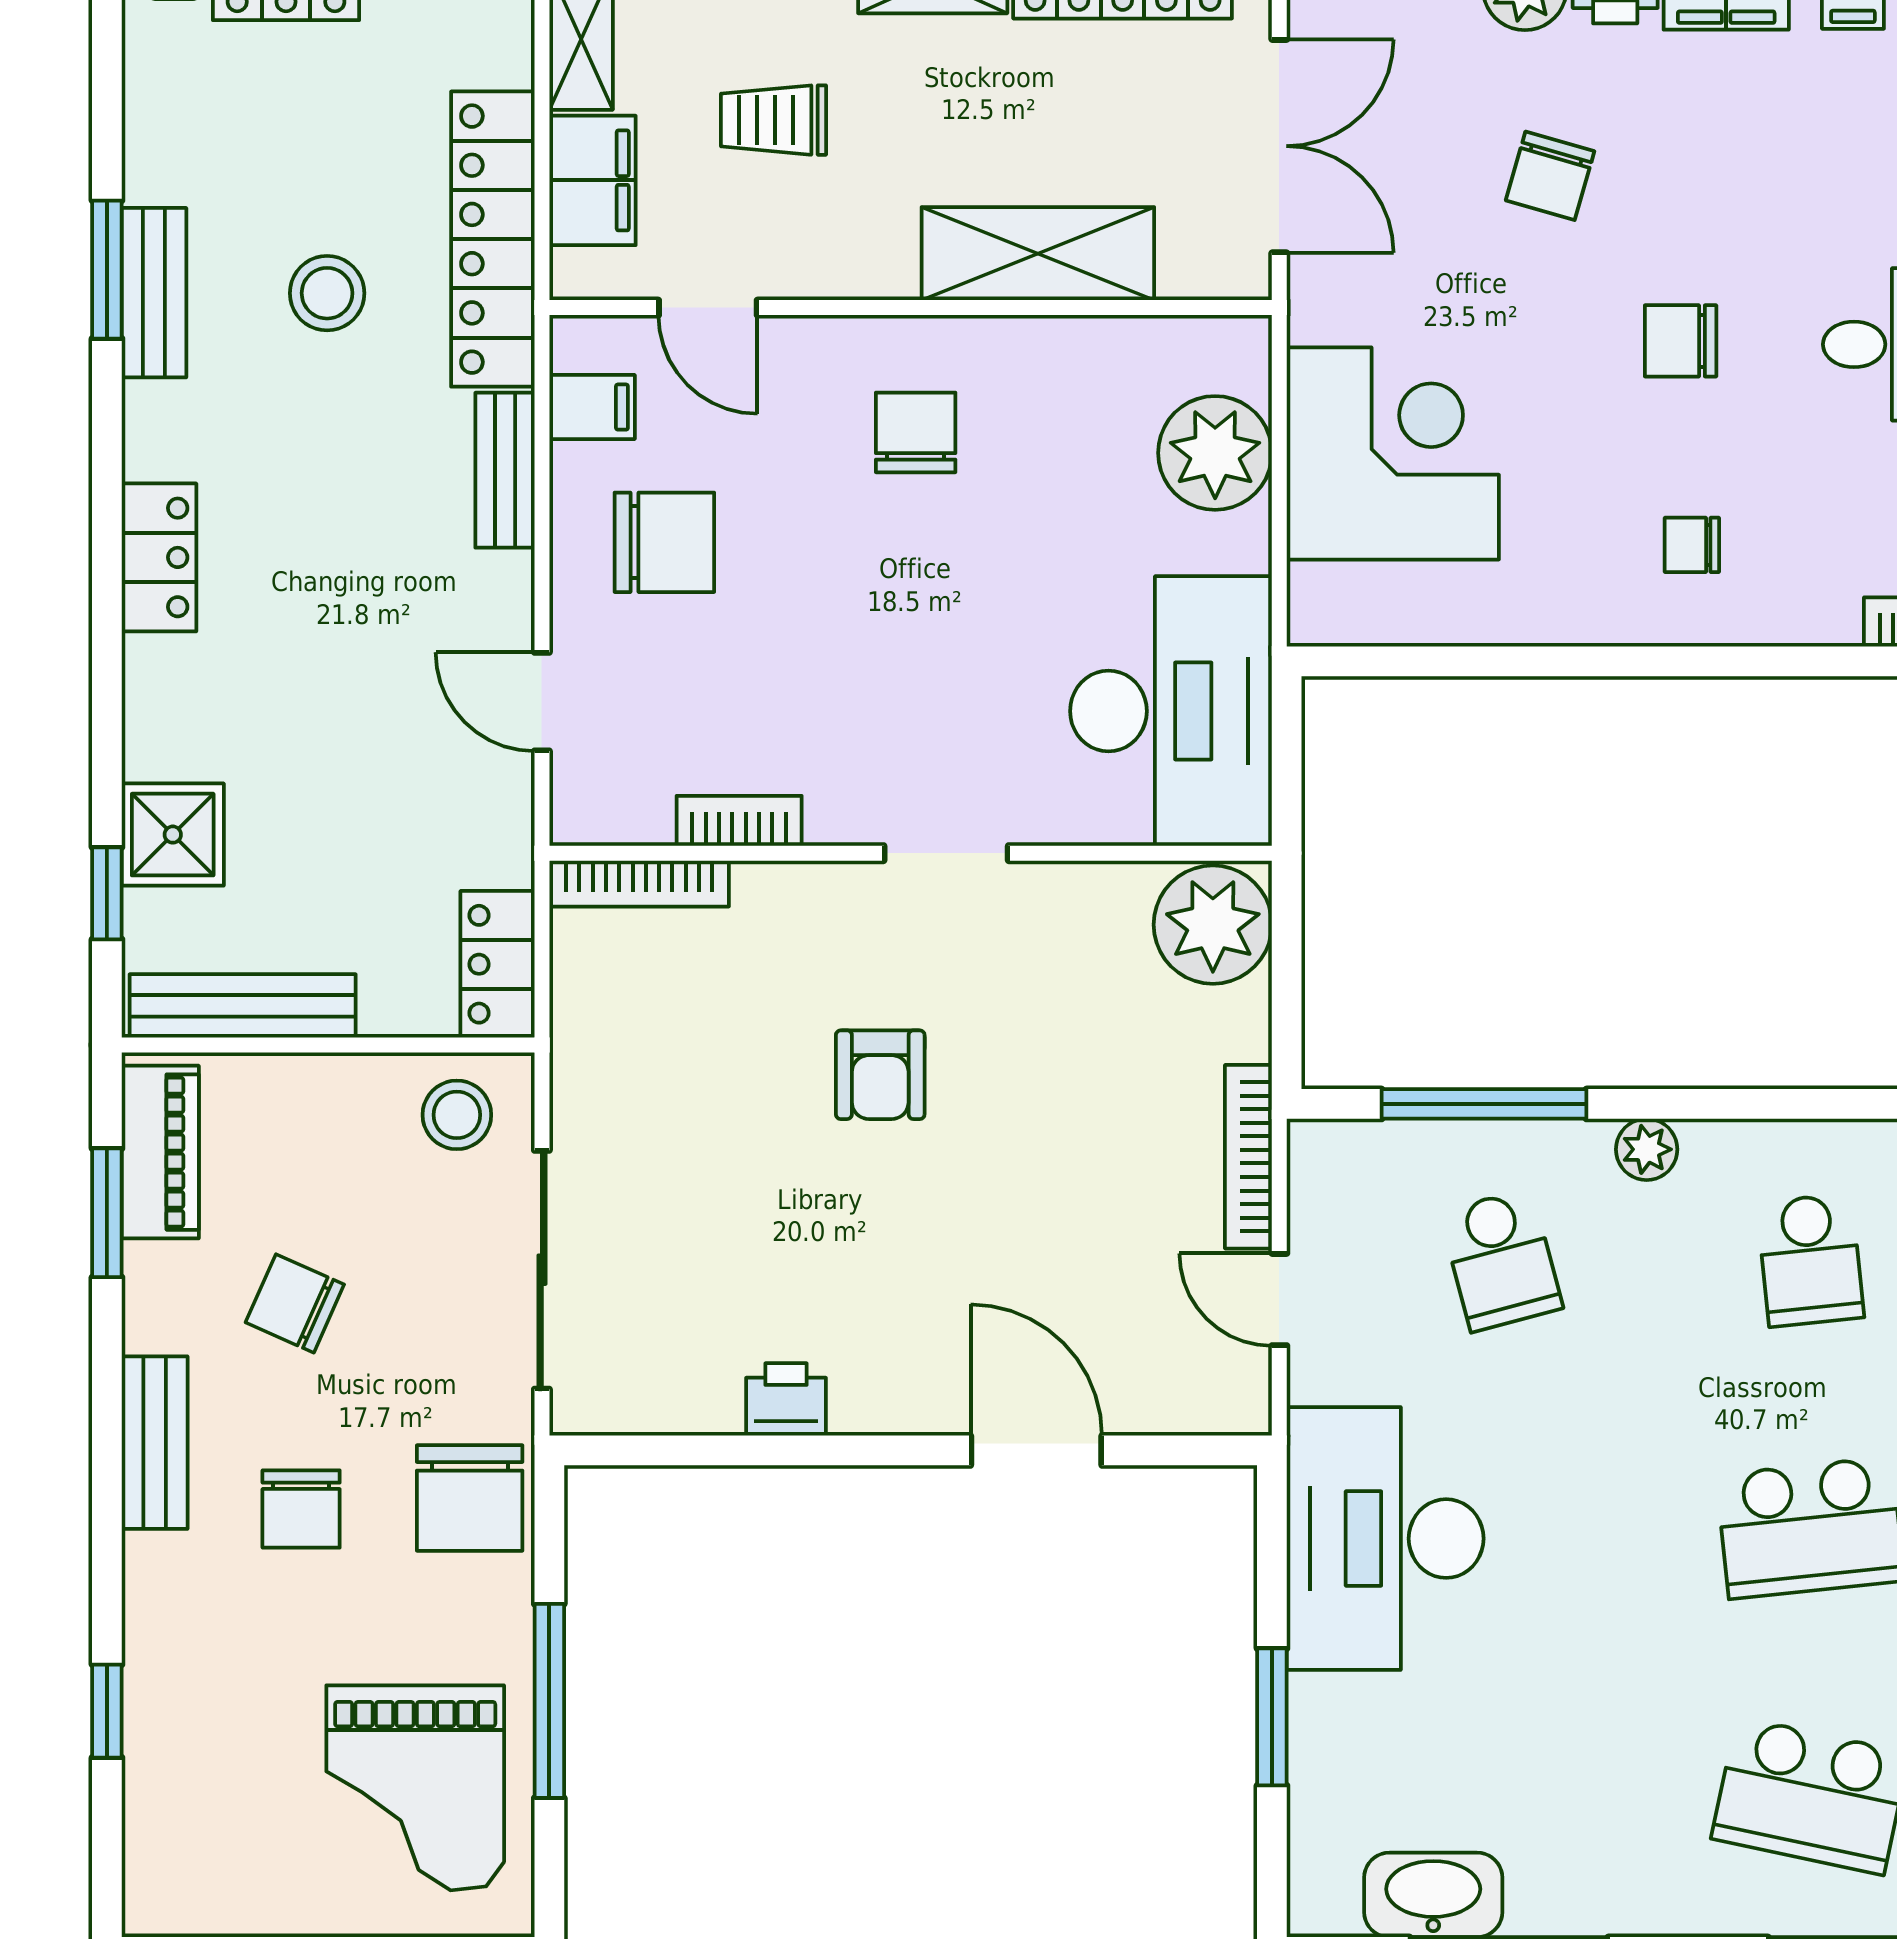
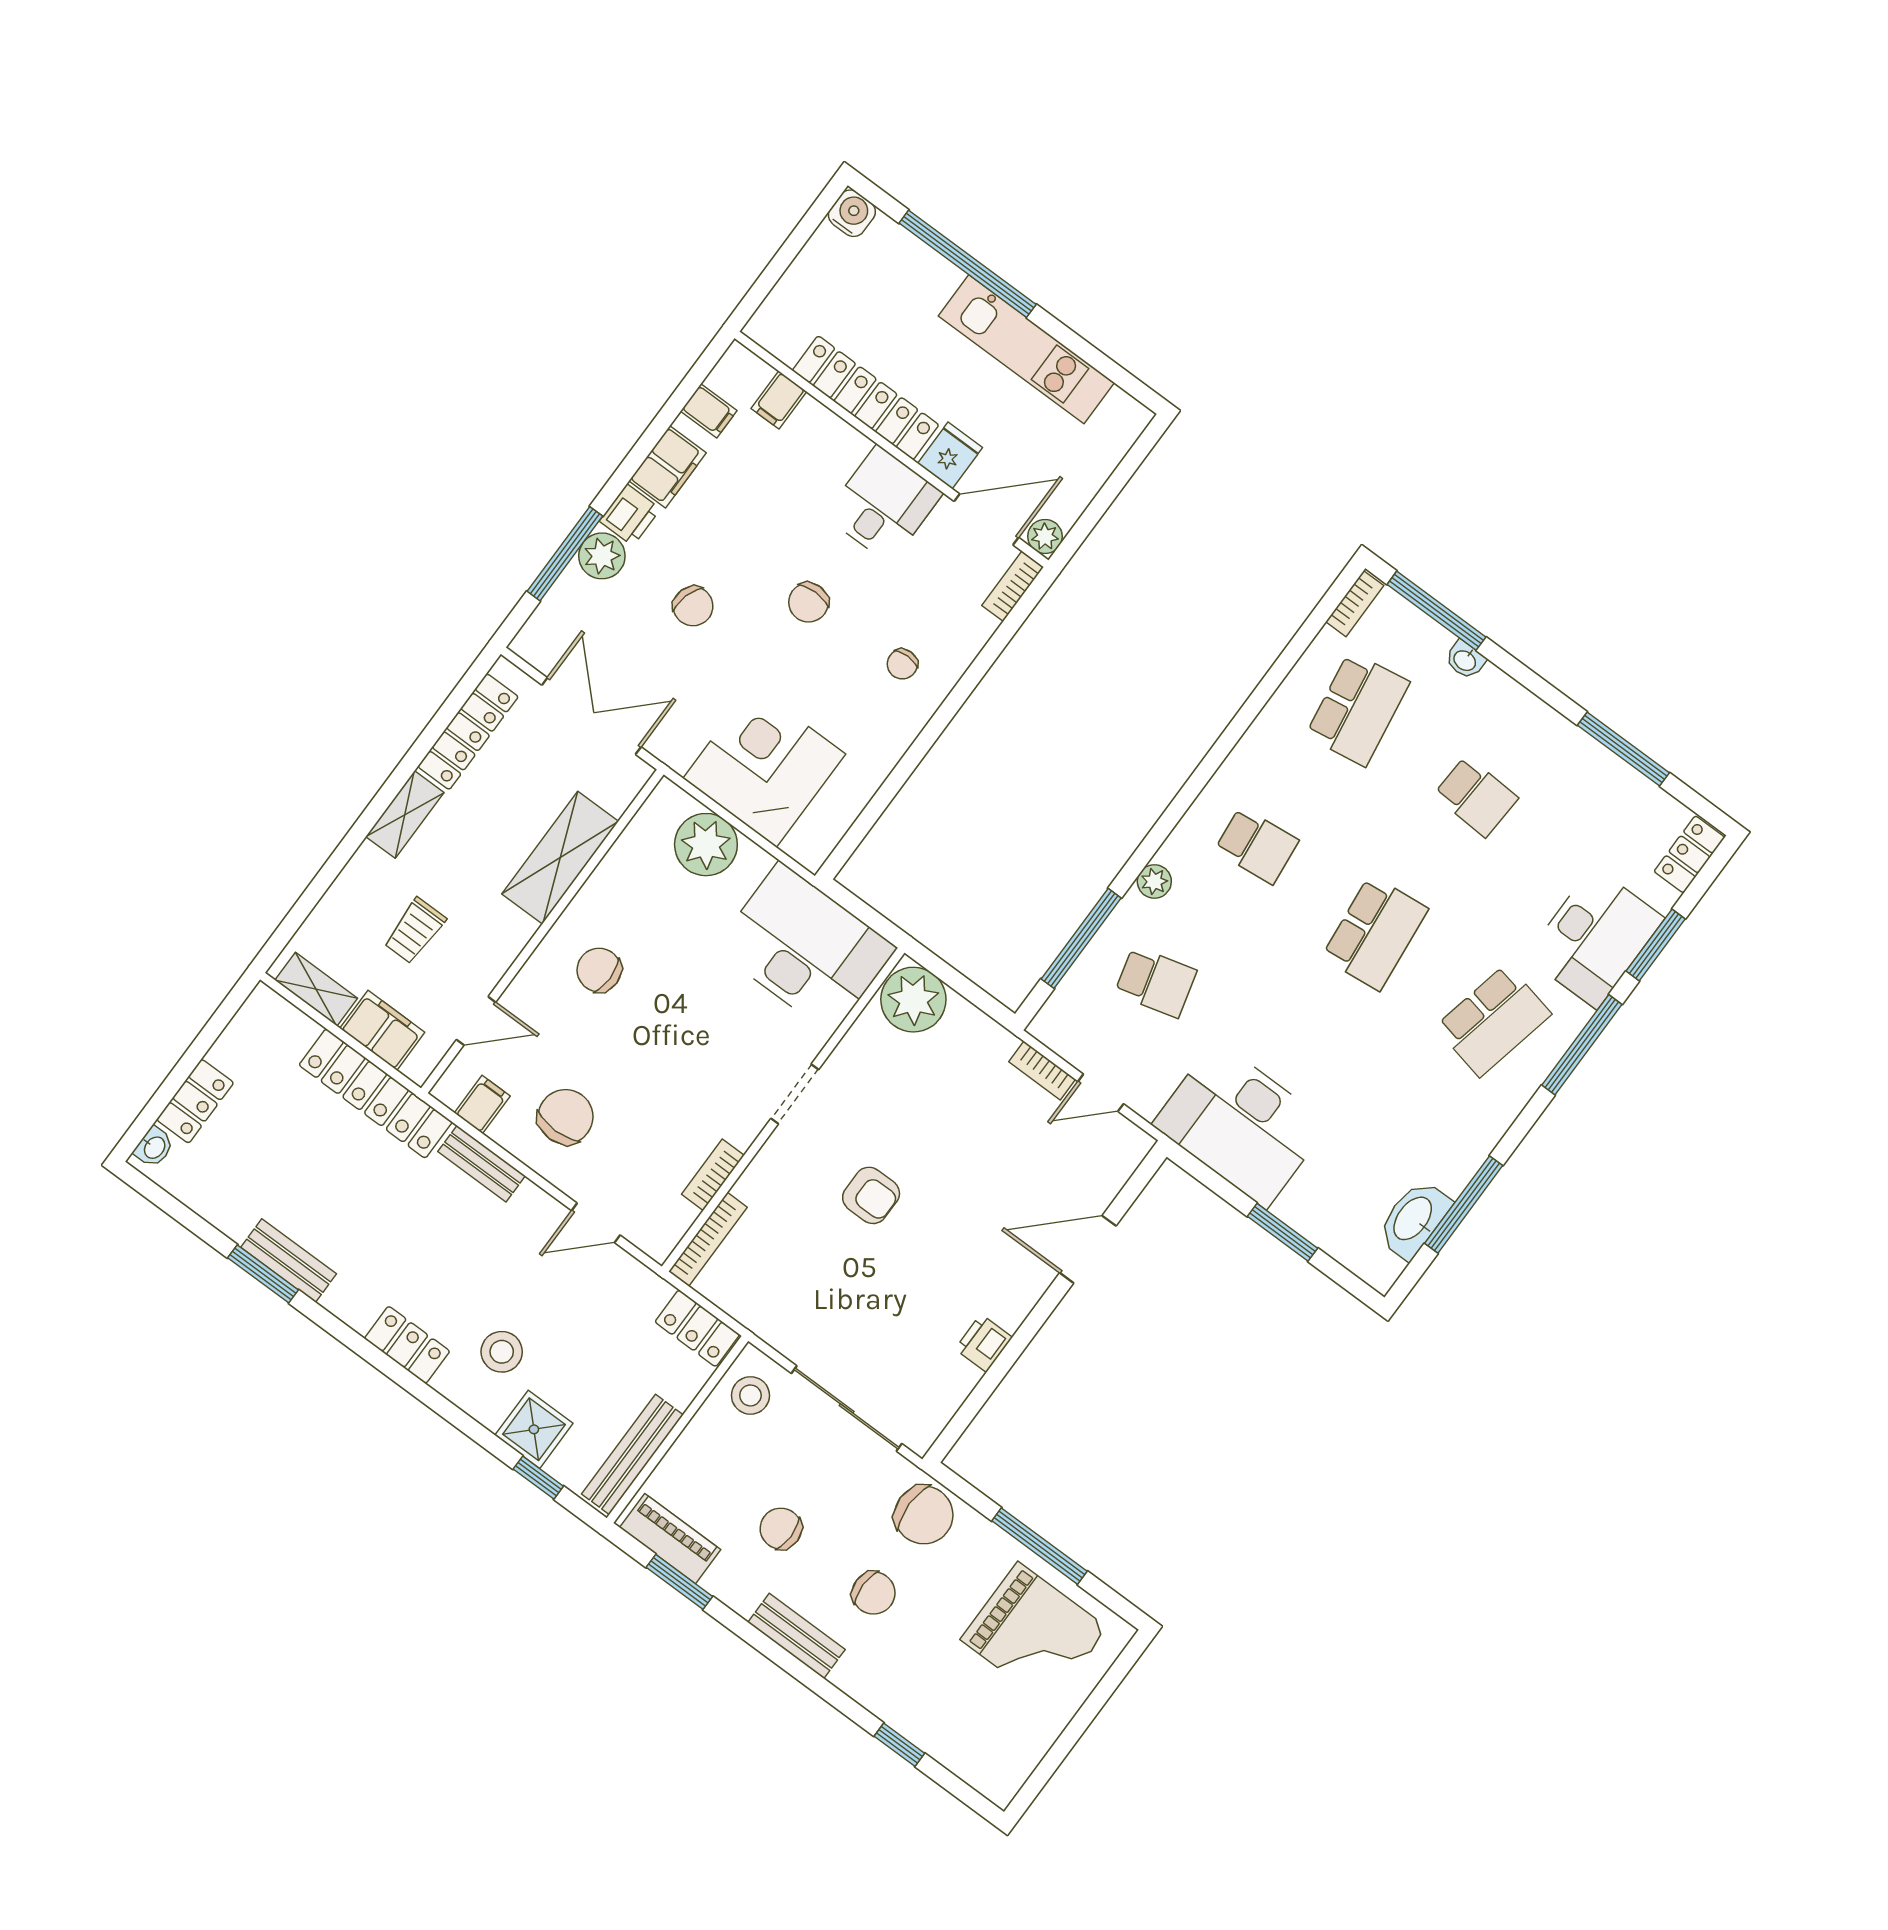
stool: (327, 293) -> (502, 1352), moved
bookcase: (1248, 1157) -> (1042, 1070), width x0.64
chair: (295, 1303) -> (781, 1529), turned 66

